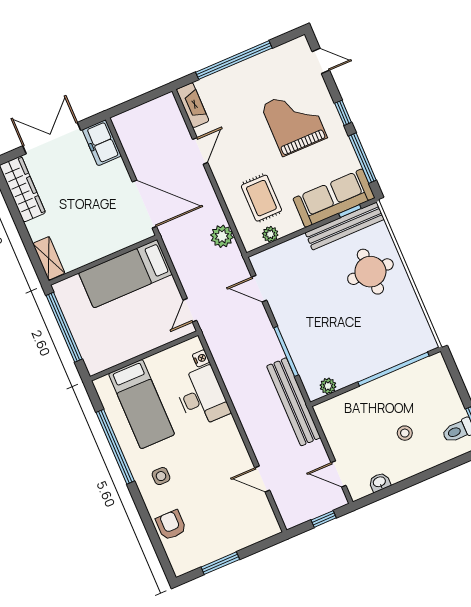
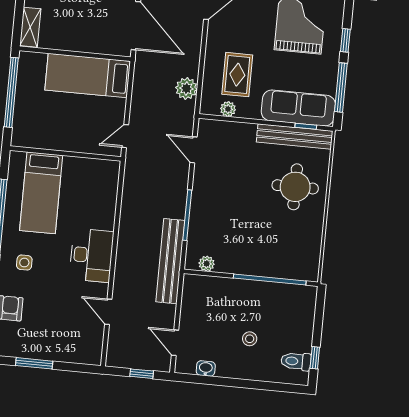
nightstand: (201, 358) -> (112, 182), removed
desk: (202, 397) -> (91, 255), moved

